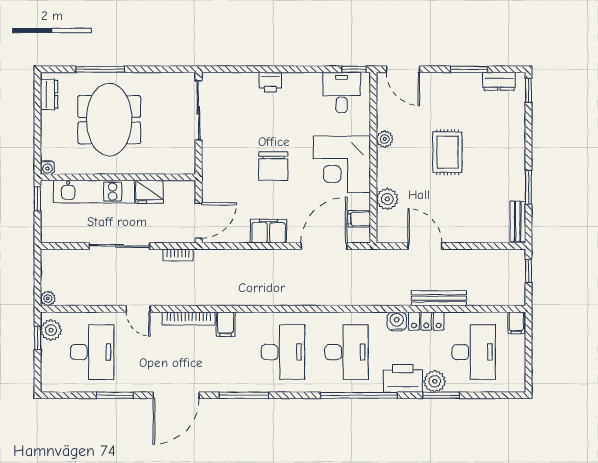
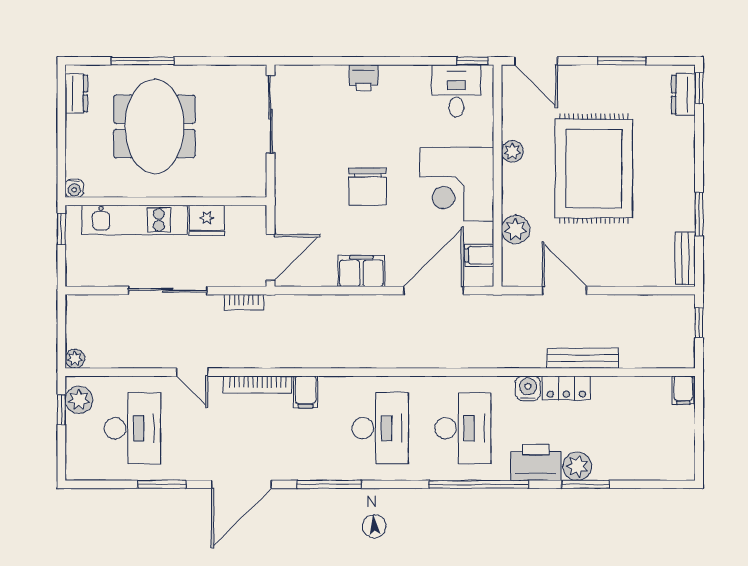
dresser: (499, 81) -> (683, 95), moved, turned 90
rug: (447, 152) -> (594, 169), width x1.86, depth x2.06
desk: (474, 352) -> (628, 428), removed

